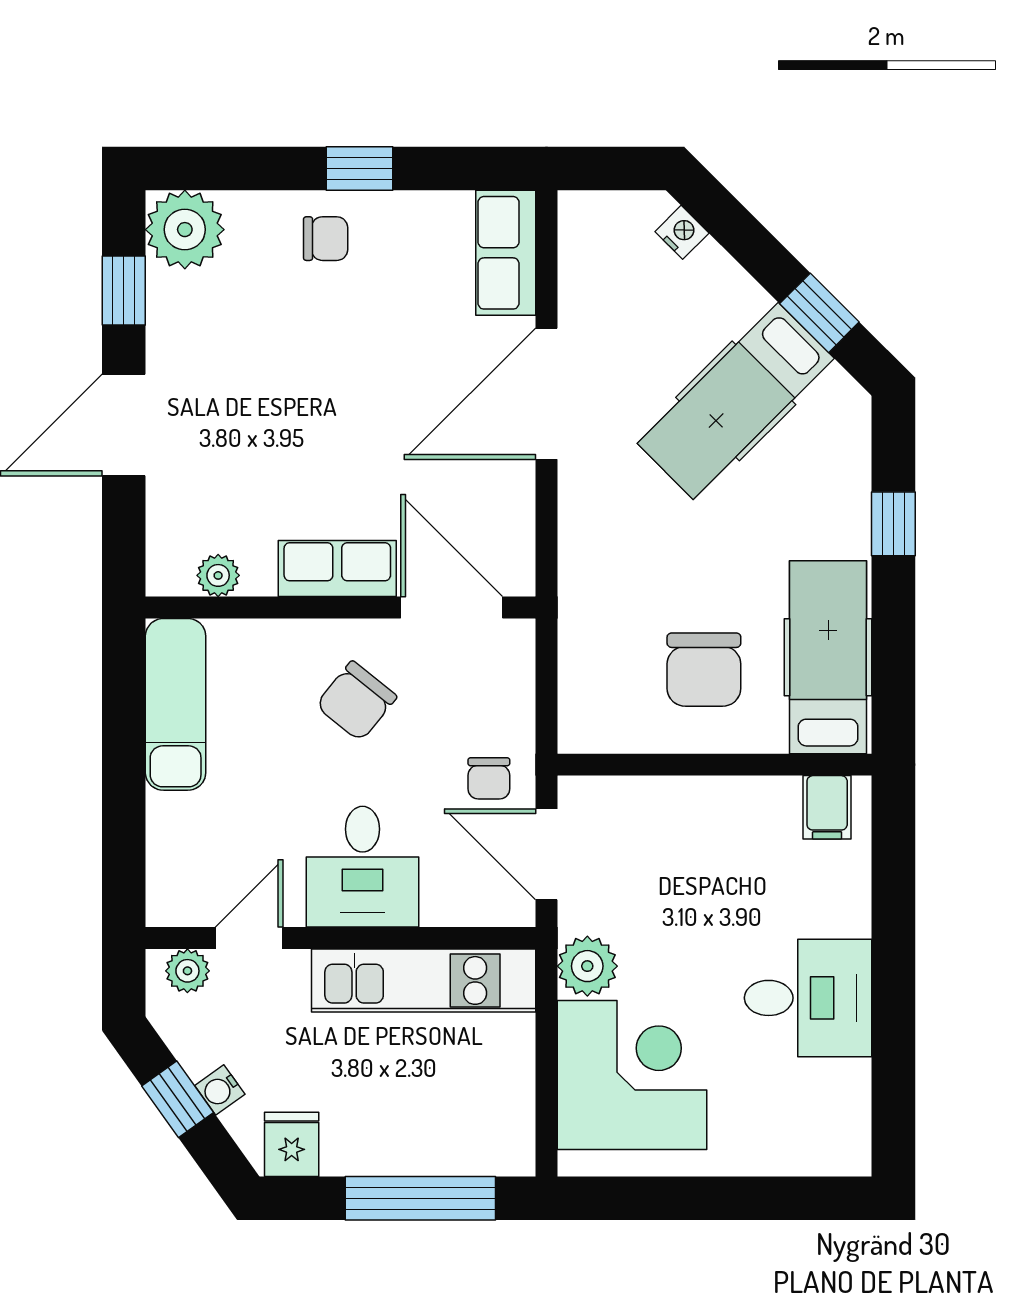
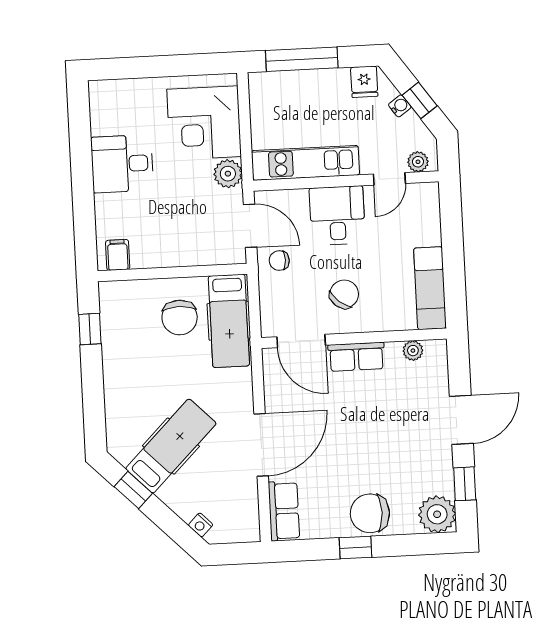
chair: (326, 239) -> (370, 513), width x1.87, depth x1.87
window: (893, 524) -> (90, 329), moved
hospital bed: (828, 657) -> (229, 321), moved
chair: (704, 670) -> (180, 317), turned 180
chair: (489, 778) -> (279, 261), turned -90

